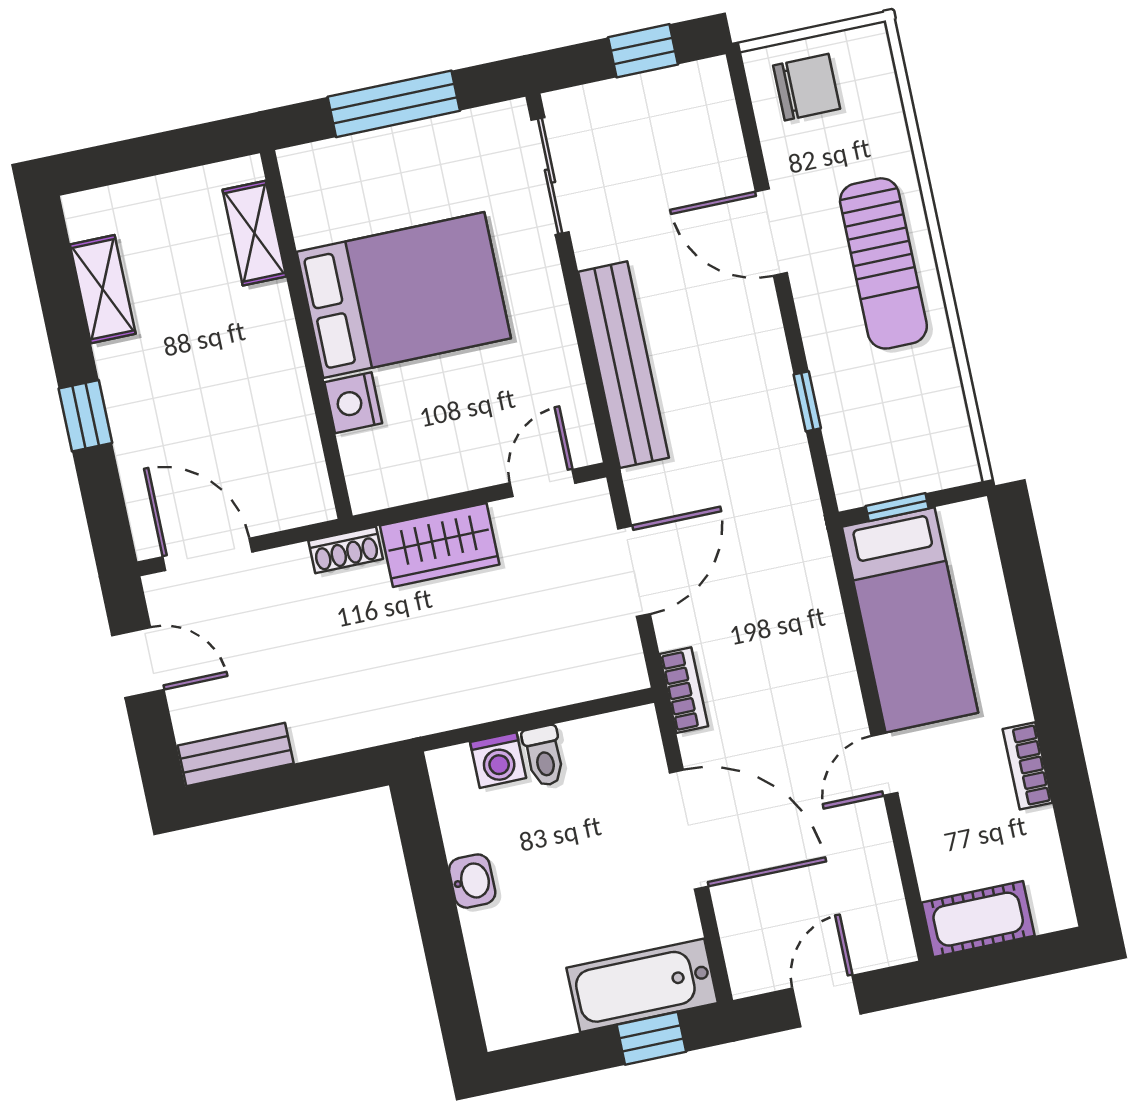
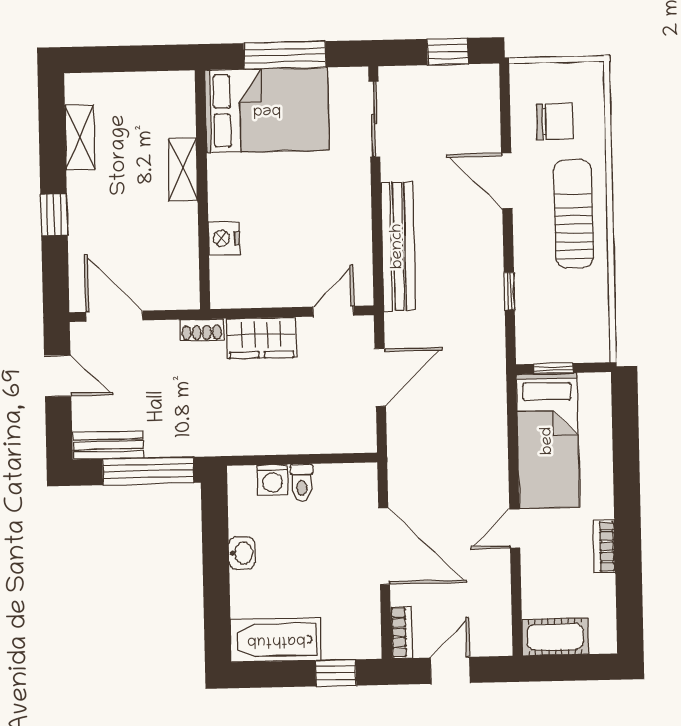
chair: (807, 87) -> (555, 122), moved
shelving: (254, 233) -> (183, 169), moved
sun lounger: (883, 263) -> (574, 214), turned 180
bed: (404, 295) -> (267, 110), moved
bookcase: (684, 690) -> (401, 632), moved
window: (304, 782) -> (148, 471), added
bathtub: (642, 985) -> (276, 640), moved

